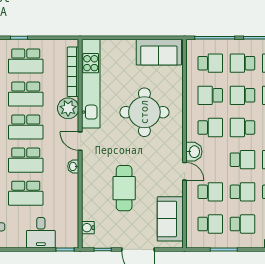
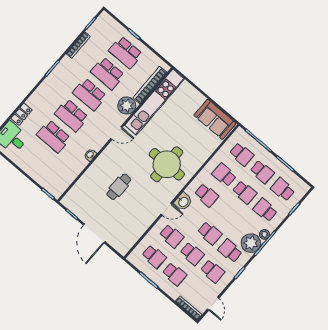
school desk: (242, 63) -> (262, 172), turned 180
school desk: (242, 95) -> (245, 192), turned 180
round table: (144, 112) -> (167, 164), moved
school desk: (242, 128) -> (227, 213), removed
door: (80, 141) -> (116, 133), swing flipped
washbasin: (73, 166) -> (90, 155), moved
door: (185, 171) -> (166, 209), hinge flipped
cafe table: (124, 188) -> (119, 187), width x0.73, depth x0.74
sofa: (170, 219) -> (131, 232), removed
water cooler: (88, 228) -> (74, 192), removed
desk: (41, 233) -> (42, 170), removed

